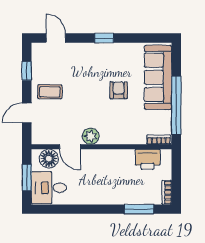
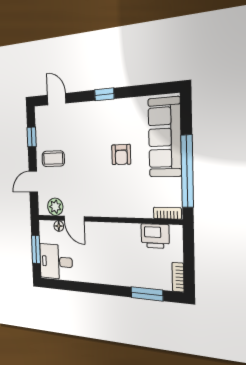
armchair: (119, 90) -> (121, 155), turned 180
plant: (91, 136) -> (55, 207), moved
floor lamp: (49, 159) -> (59, 226), width x0.53, depth x0.53

